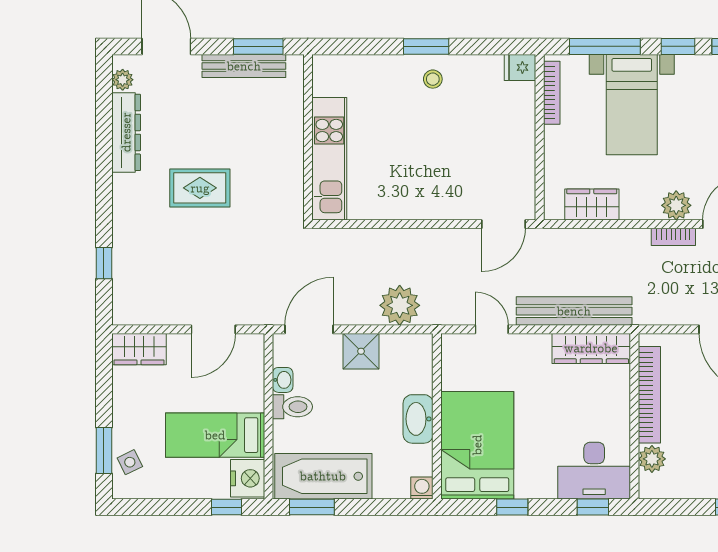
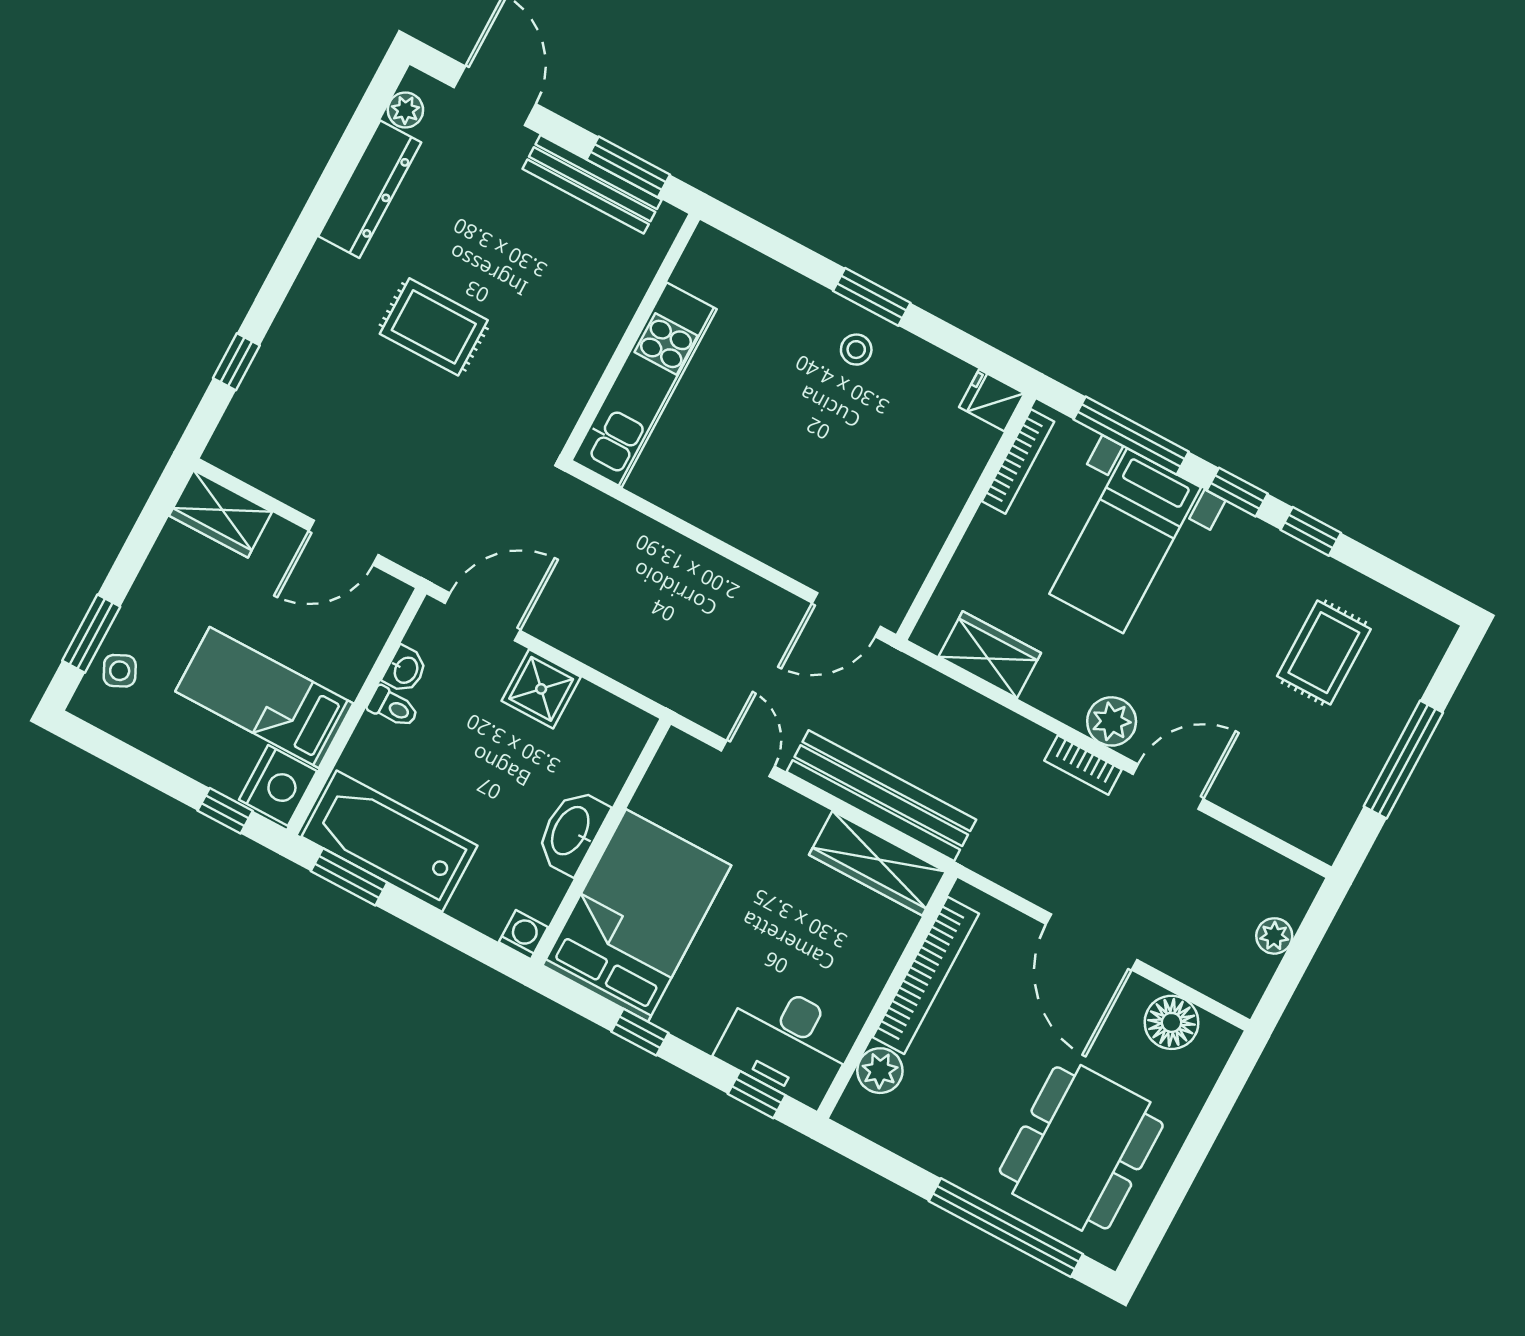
plant: (400, 305) -> (633, 652), removed
toilet: (292, 407) -> (393, 707), width x0.73, depth x0.72

